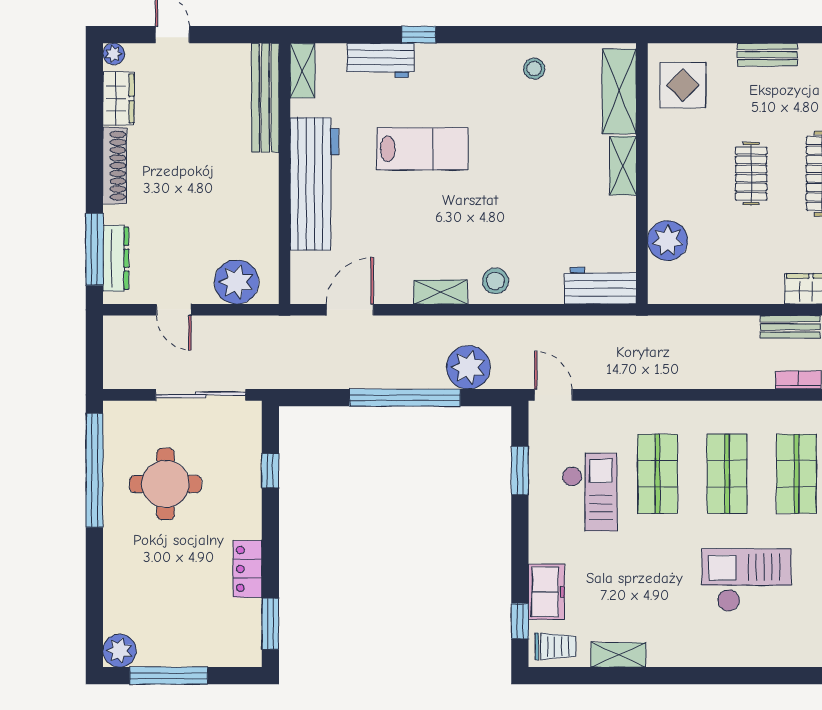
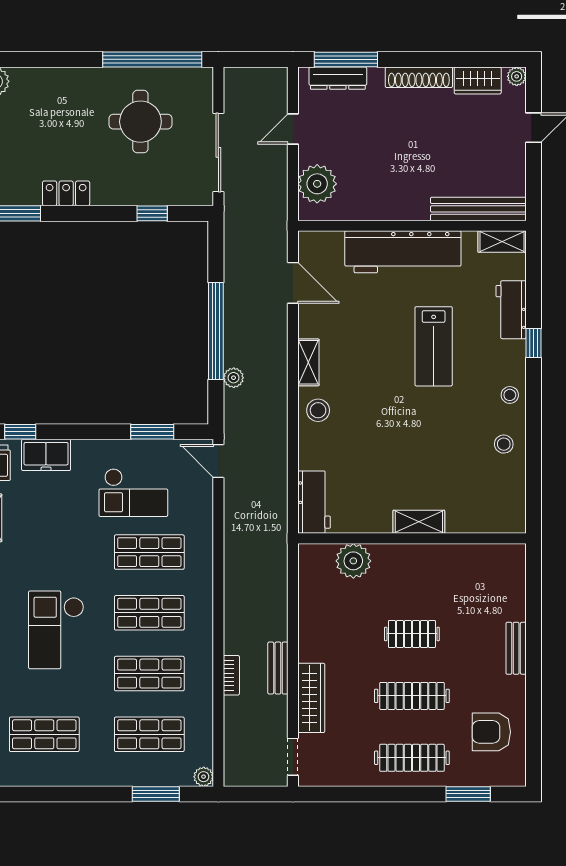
stool: (478, 62) -> (510, 395), added
display table: (683, 85) -> (489, 574), removed
shelving: (619, 91) -> (484, 519), removed
plant: (468, 367) -> (234, 378), width x0.53, depth x0.53
door: (553, 395) -> (218, 461), swing flipped
checkout: (746, 580) -> (56, 630), turned 180

